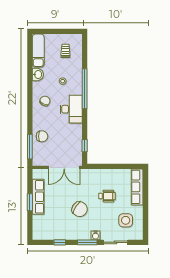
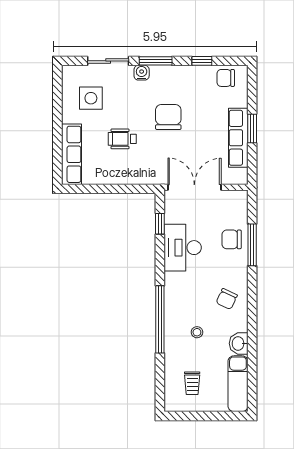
desk: (71, 109) -> (183, 248), moved
window: (30, 147) -> (252, 245), moved
chair: (80, 209) -> (168, 117), turned 57
chair: (46, 232) -> (226, 78), added

